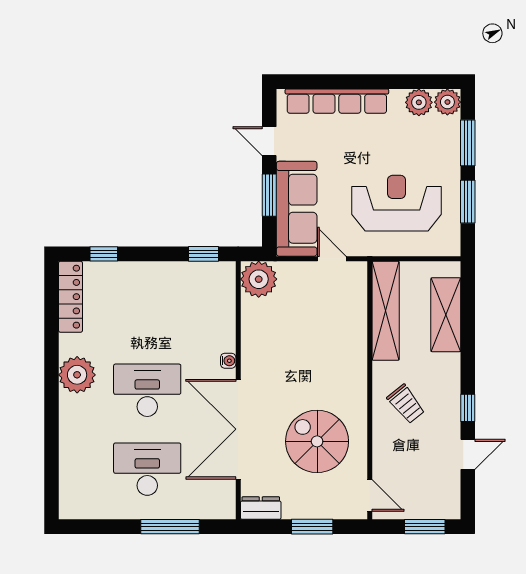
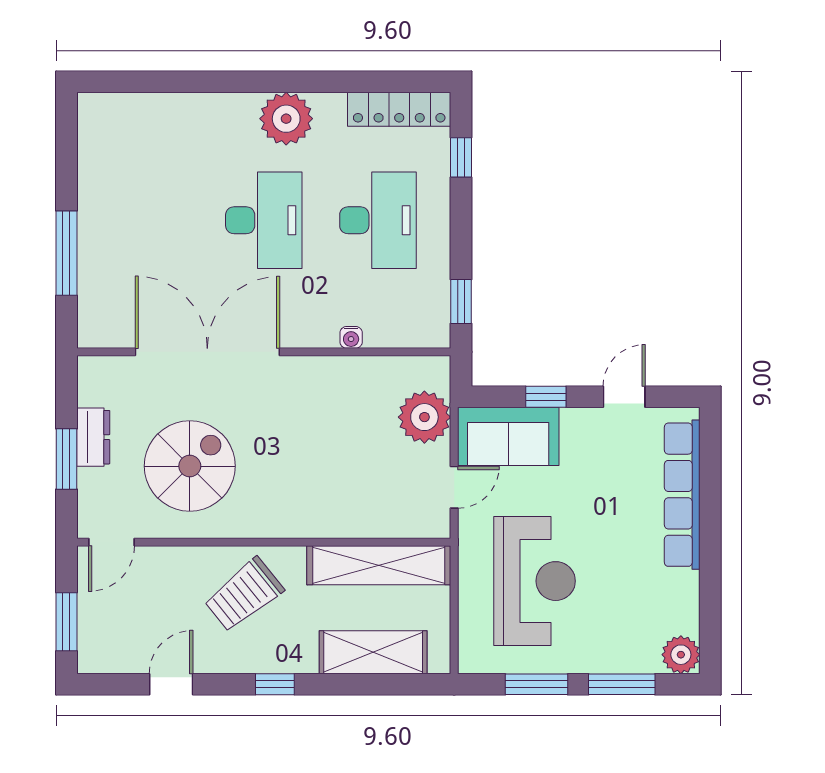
plant: (419, 102) -> (680, 613), removed
window: (269, 195) -> (546, 397), width x0.67
sofa: (297, 209) -> (508, 436), width x0.73
plant: (259, 279) -> (424, 417), moved
water cooler: (228, 361) -> (351, 337), moved
trolley: (406, 404) -> (244, 595), width x1.36, depth x1.39
window: (468, 408) -> (275, 684), moved
door: (468, 454) -> (171, 684), swing flipped
desk: (147, 469) -> (378, 220), moved
dresser: (261, 508) -> (93, 437), moved

